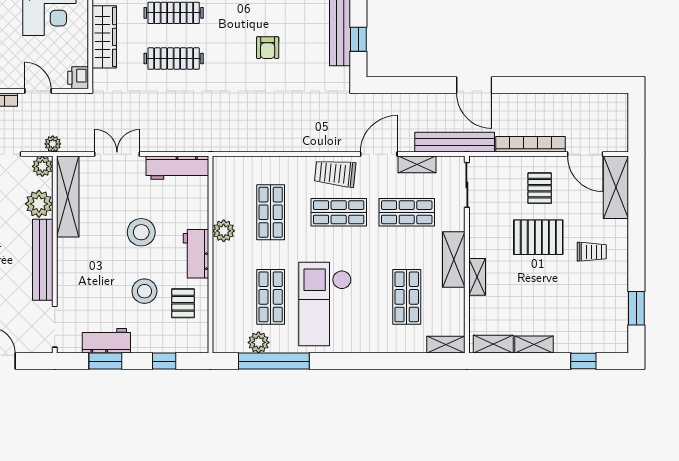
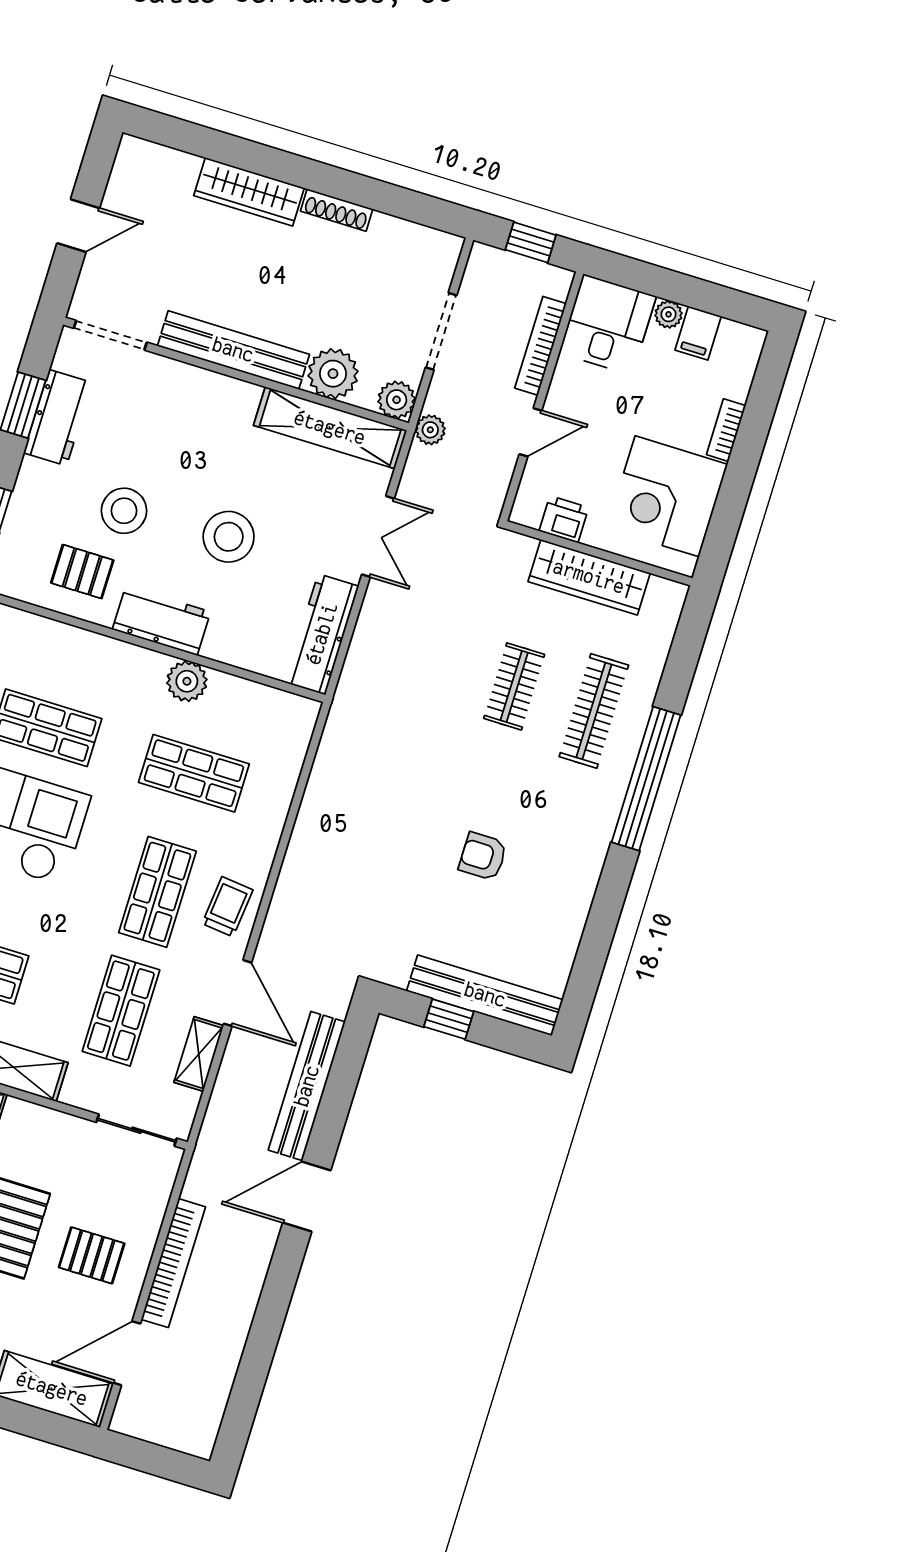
clothes rail: (174, 59) -> (514, 686), width x0.73
printer: (78, 78) -> (564, 519), moved
bench: (455, 142) -> (307, 1086), moved
trolley: (335, 173) -> (227, 907), width x0.73, depth x0.72

